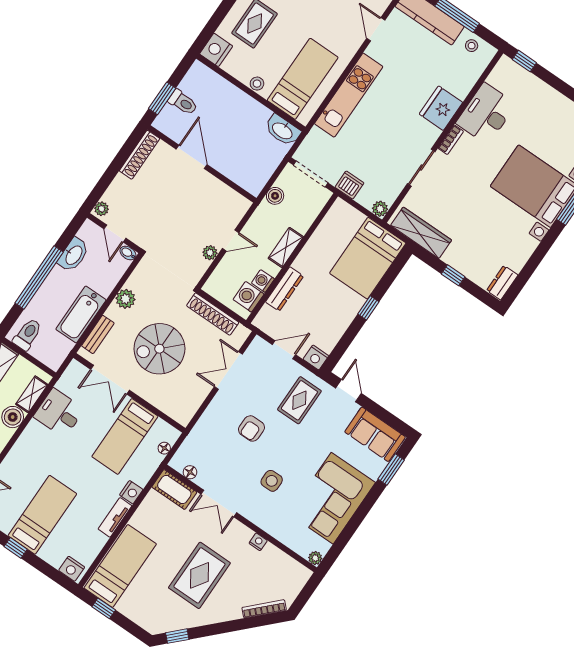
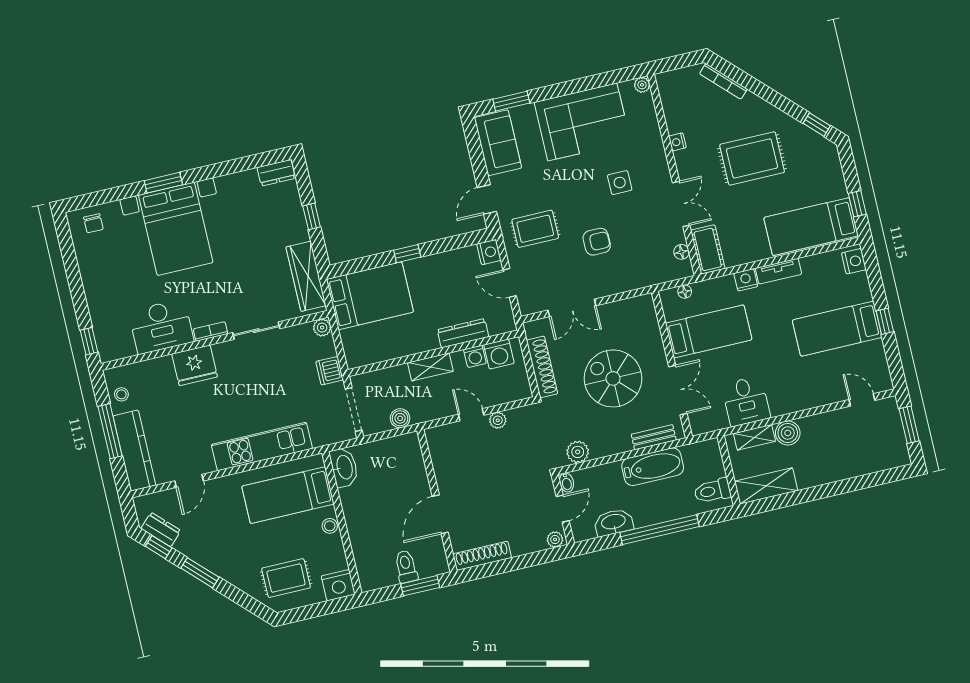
plant: (126, 299) -> (578, 452), moved
spiral stairs: (159, 349) -> (613, 378), turned 180

